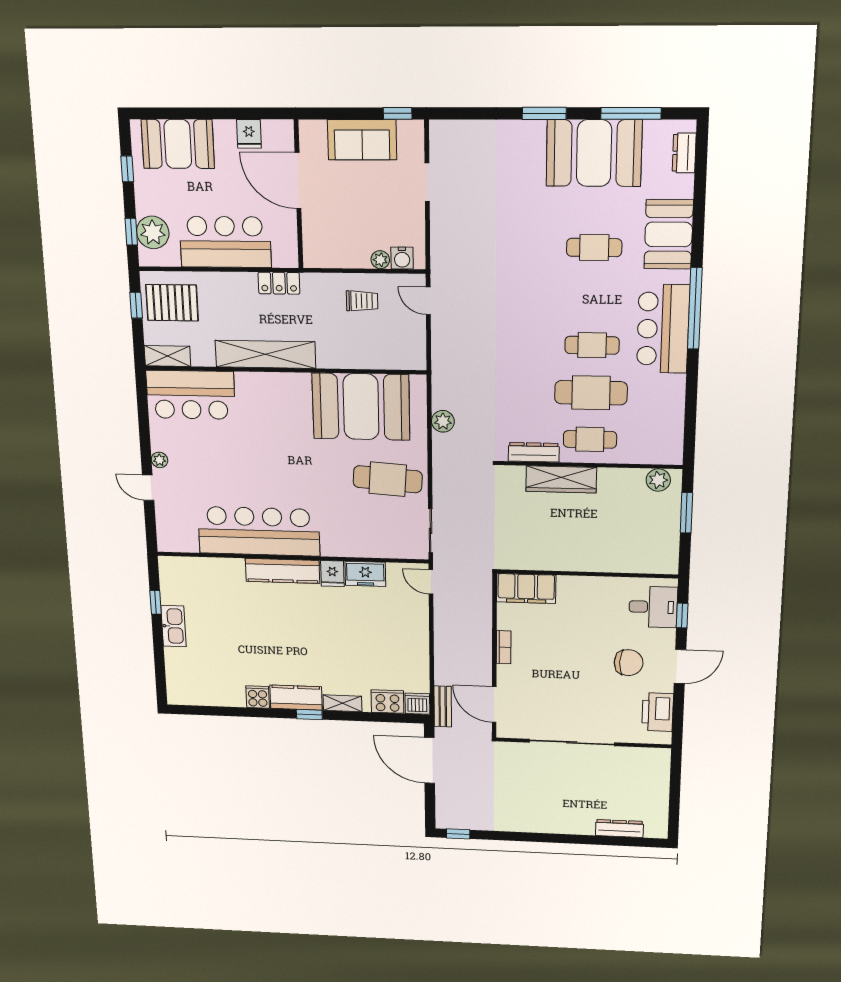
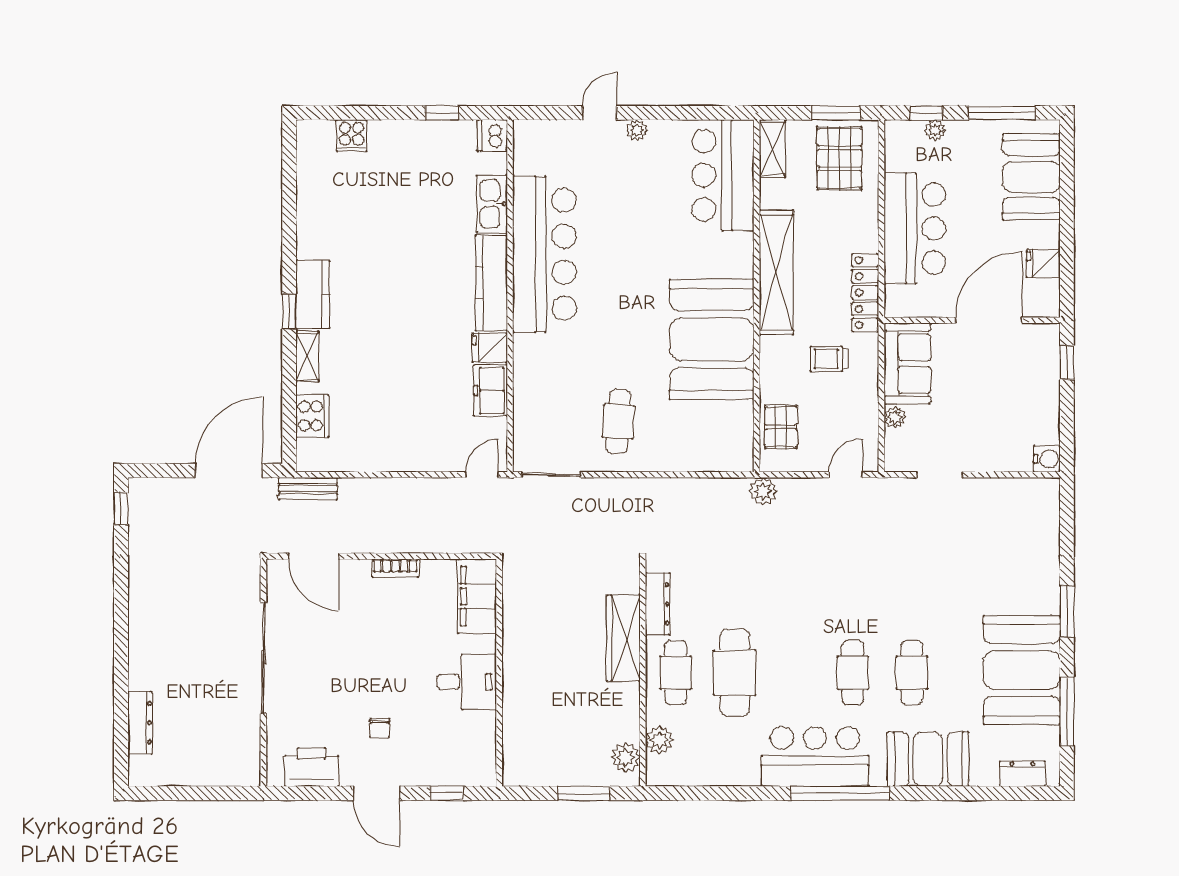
window: (398, 113) -> (1067, 363), moved
sofa: (362, 140) -> (907, 364), moved, turned 180
window: (127, 169) -> (1002, 113), width x2.17
doorway: (427, 182) -> (940, 475), moved
plant: (153, 232) -> (935, 130), width x0.53, depth x0.53
water cooler: (402, 258) -> (1047, 459), moved, turned 180
locker: (279, 283) -> (865, 293), width x1.53
trolley: (362, 301) -> (829, 359), moved, turned 90
window: (136, 305) -> (836, 113), width x1.50
cafe table: (592, 345) -> (853, 673), moved
pallet: (390, 353) -> (781, 427), added
booth: (361, 407) -> (712, 339), moved
plant: (443, 421) -> (763, 492), moved
plant: (645, 453) -> (659, 740), added
cafe table: (388, 479) -> (618, 421), width x0.73, depth x0.74
desk: (653, 607) -> (467, 682), moved, turned -90
kitchen sink: (174, 626) -> (492, 204), moved, turned 90
chair: (629, 663) -> (380, 728), width x0.54, depth x0.54
cooker: (258, 697) -> (352, 136), moved, turned 90
dishwasher: (417, 704) -> (492, 136), moved, turned 180
door: (494, 705) -> (314, 556), swing flipped

